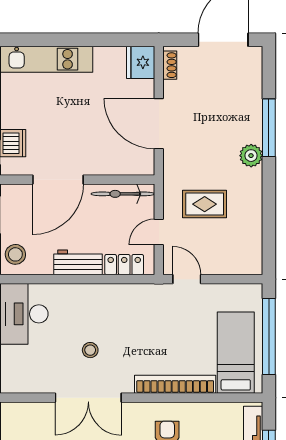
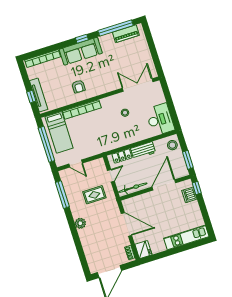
window: (269, 128) -> (62, 195), moved
door: (187, 279) -> (76, 164), moved
double door: (88, 398) -> (138, 85), moved

